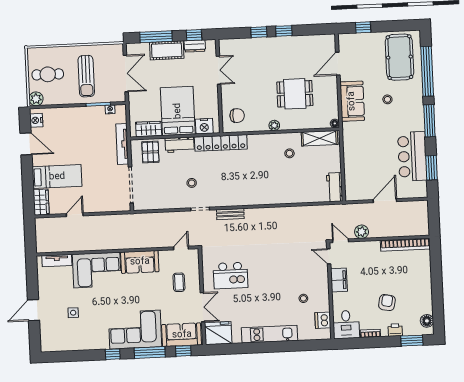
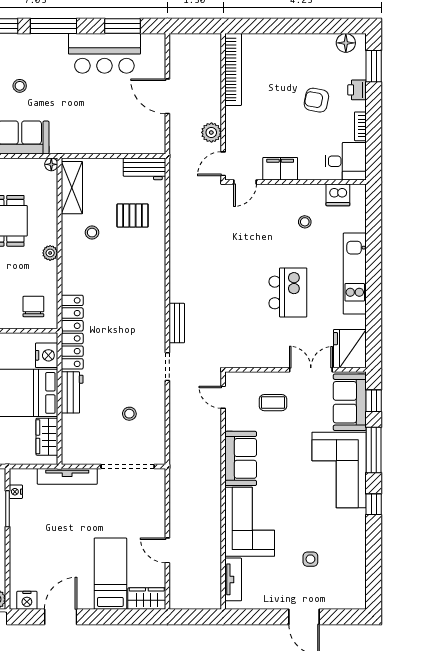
pallet: (150, 152) -> (133, 216), moved
stool: (192, 183) -> (129, 414), moved
kitchen island: (230, 275) -> (288, 292), moved

